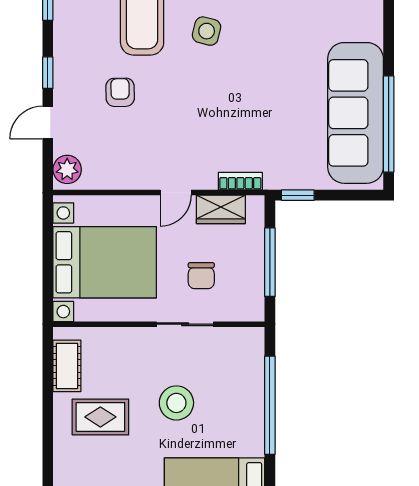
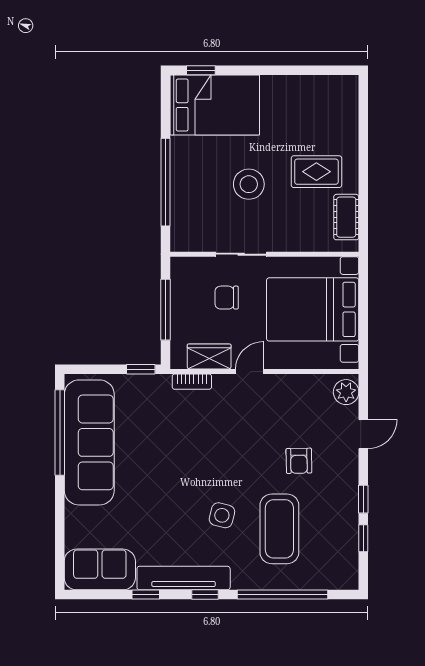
window: (48, 73) -> (363, 499), moved
chair: (201, 276) -> (227, 298), turned -90

